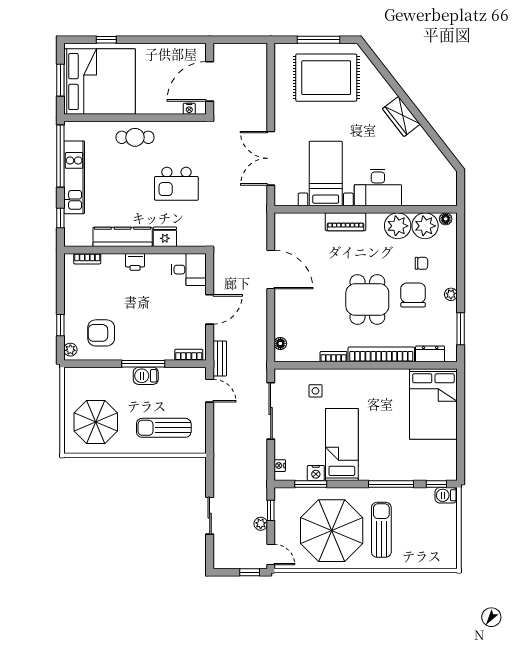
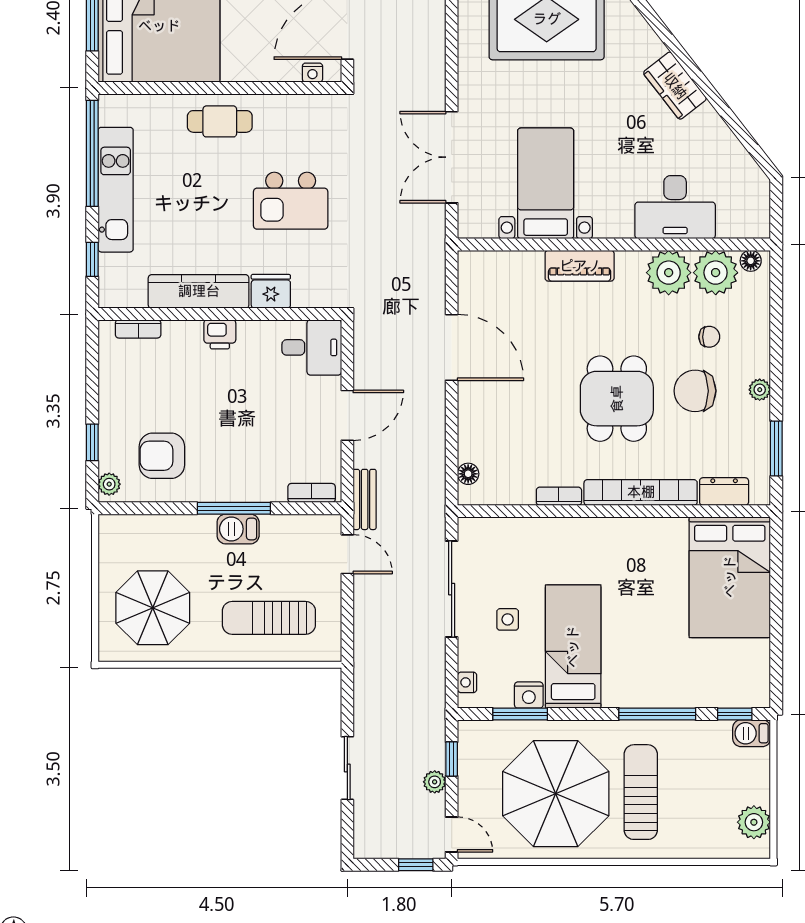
desk: (378, 187) -> (675, 207), moved
chair: (413, 295) -> (695, 391), turned -90
side table: (315, 391) -> (508, 619), moved
plant: (448, 547) -> (754, 822), added

